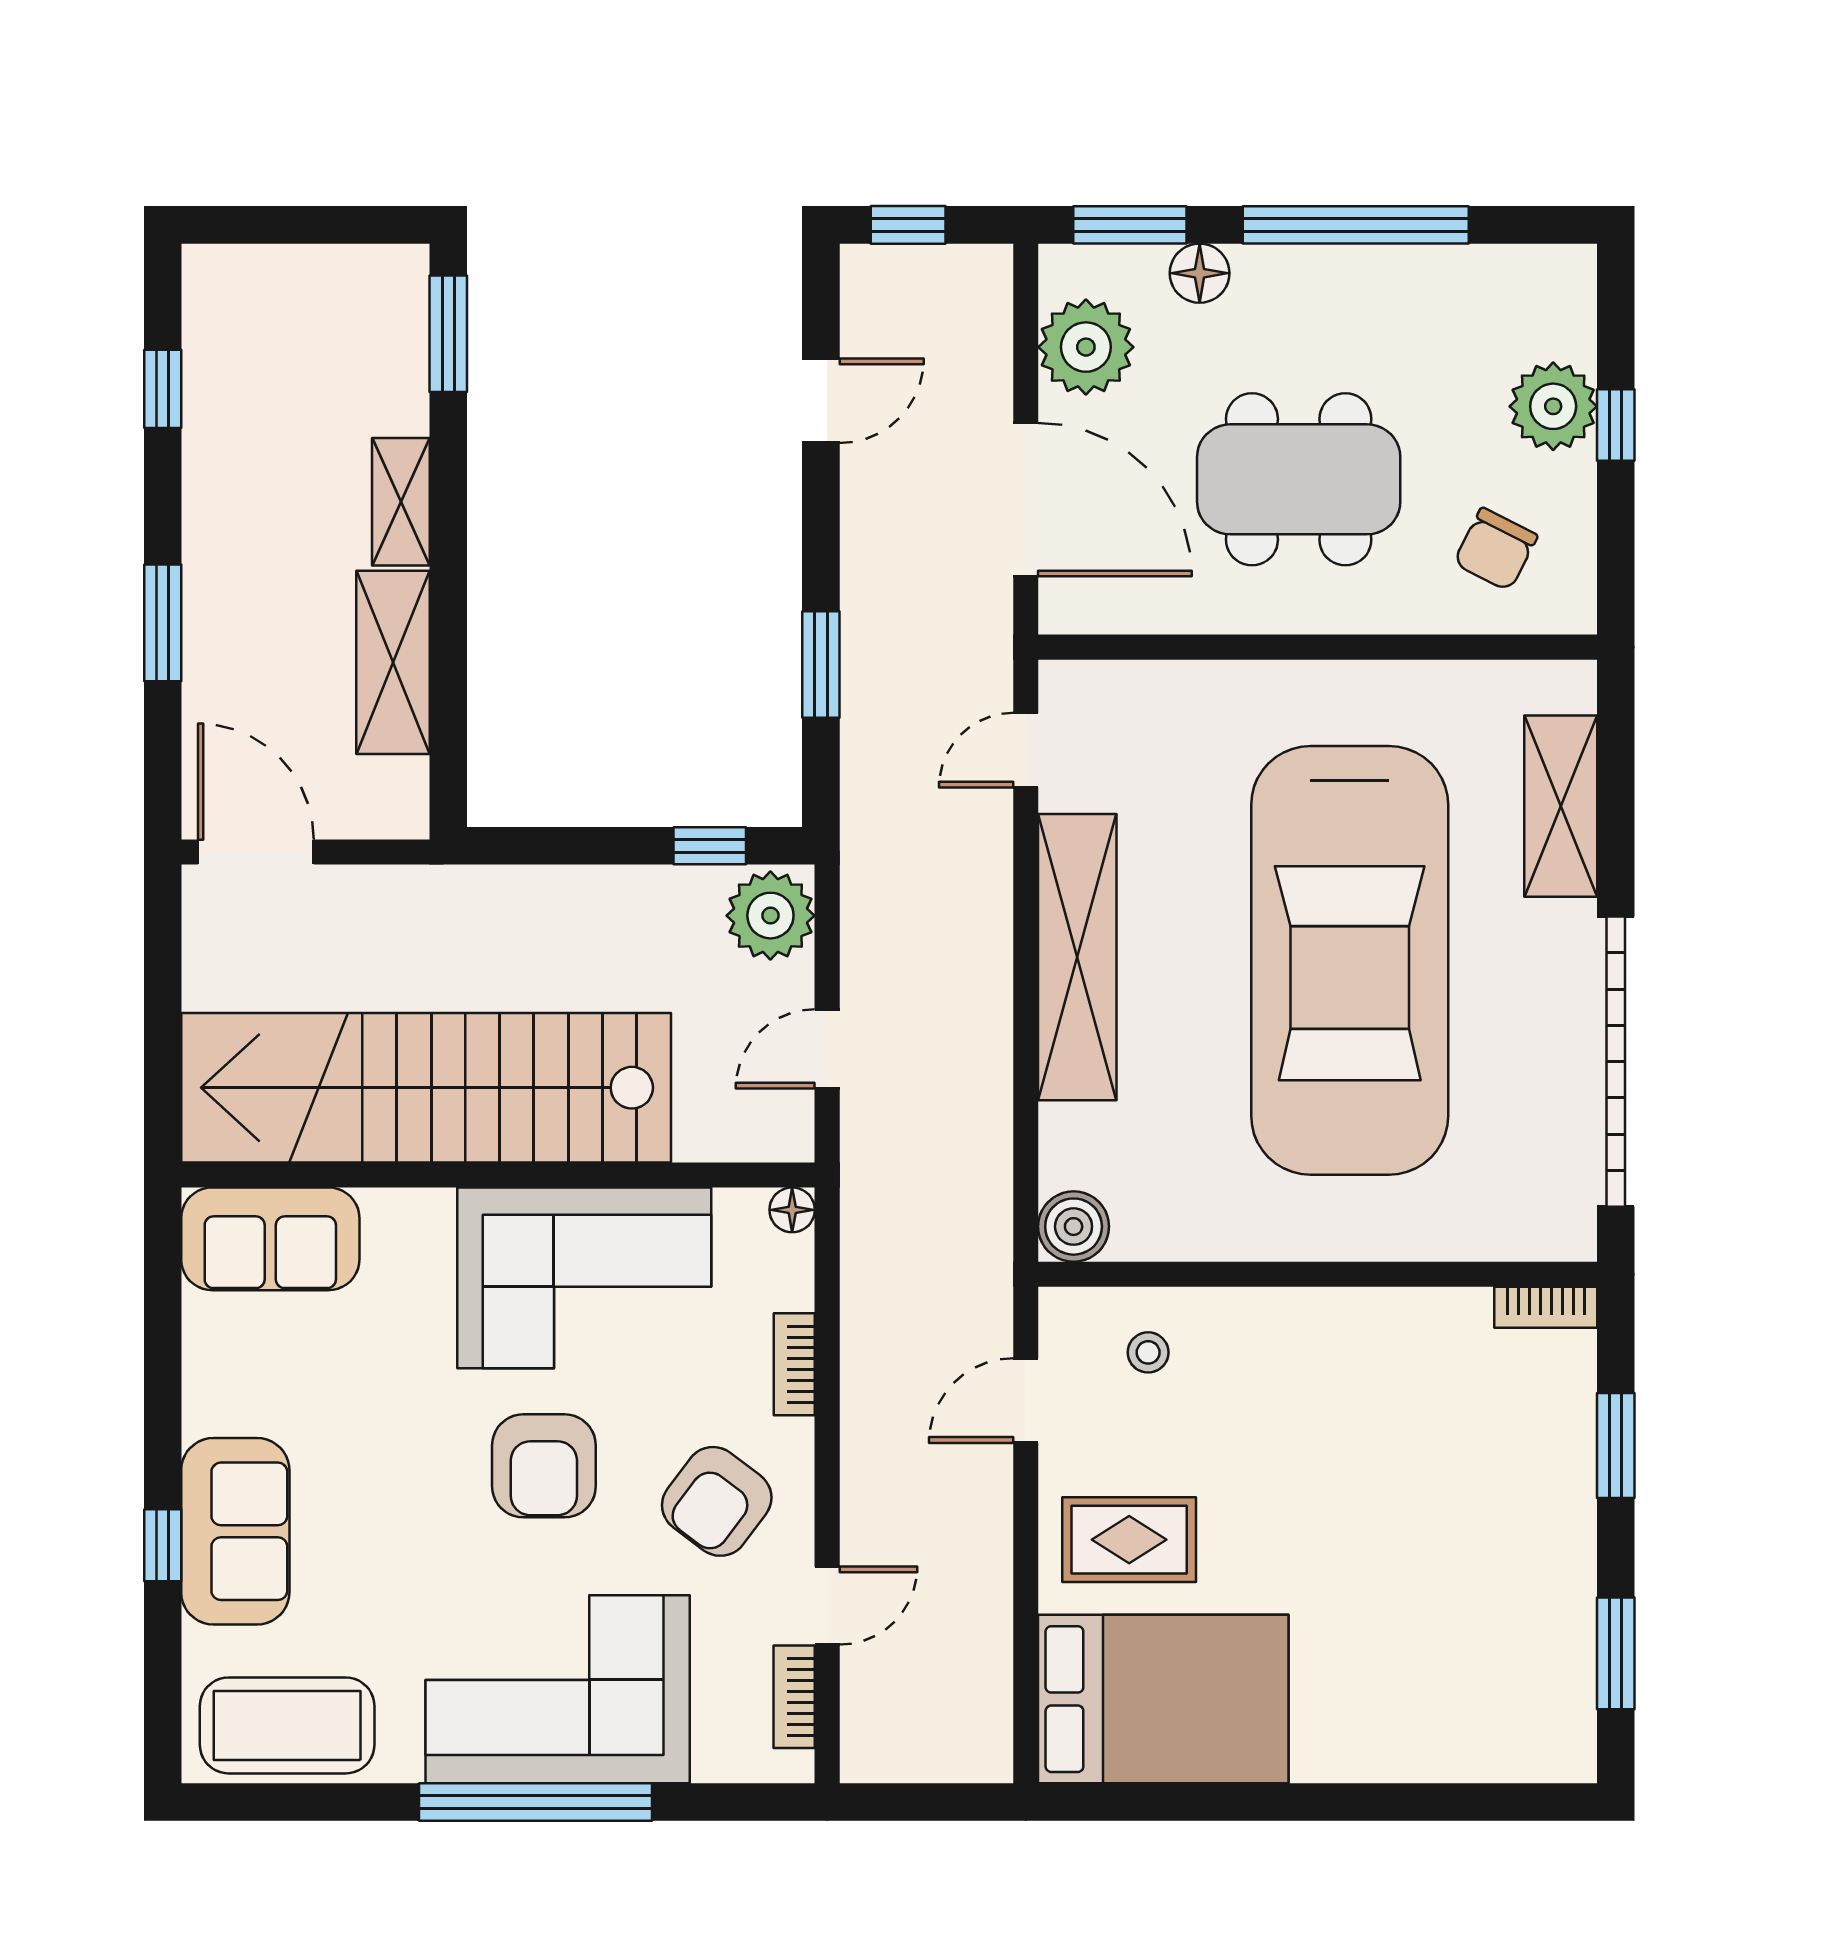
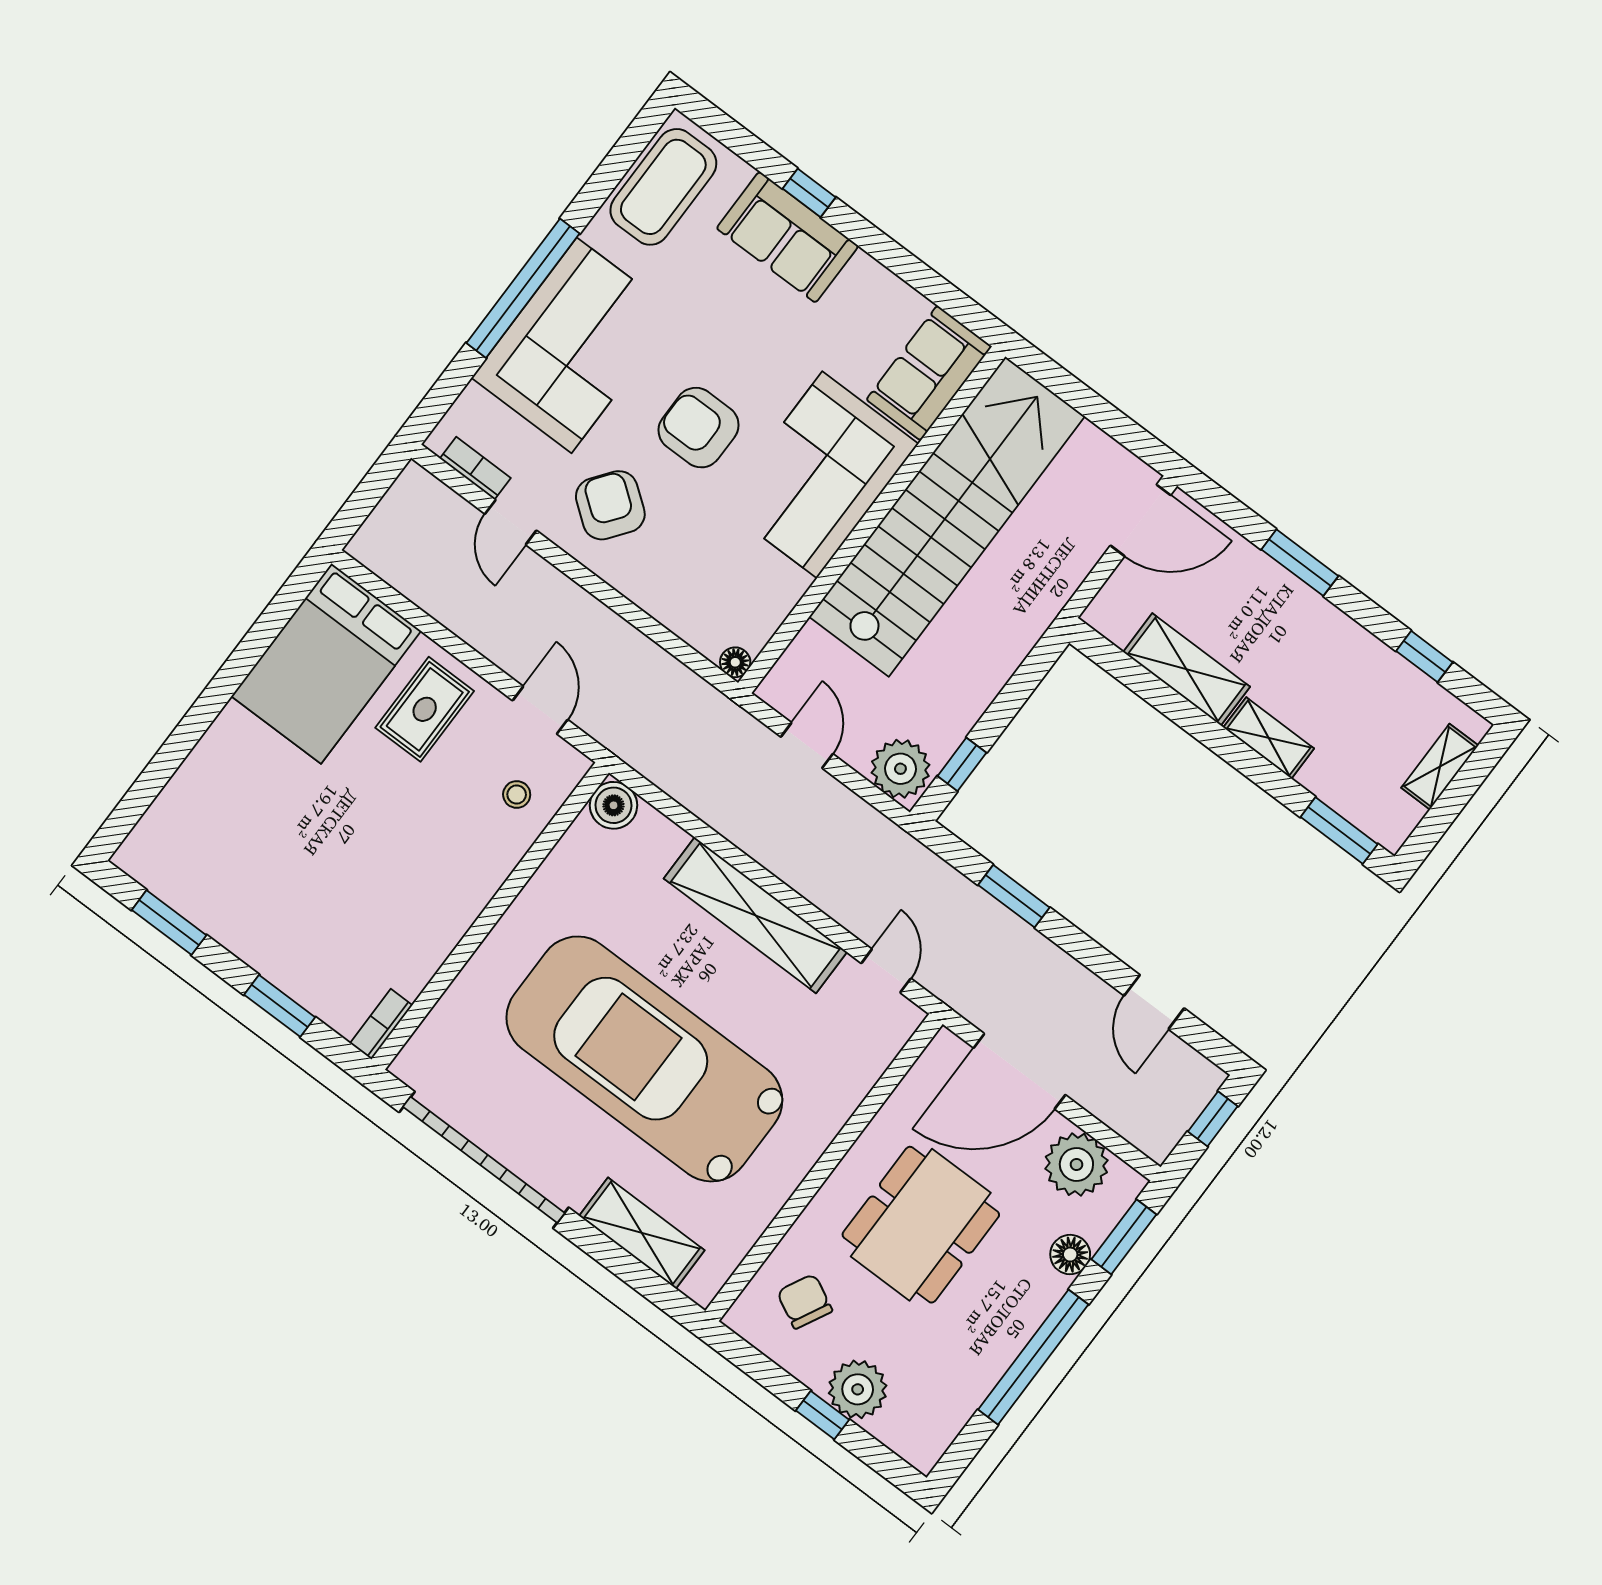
shelving: (281, 271) -> (1440, 767), added
corner sofa: (584, 1278) -> (820, 475), moved
bookcase: (794, 1364) -> (652, 601), removed

